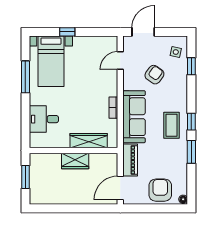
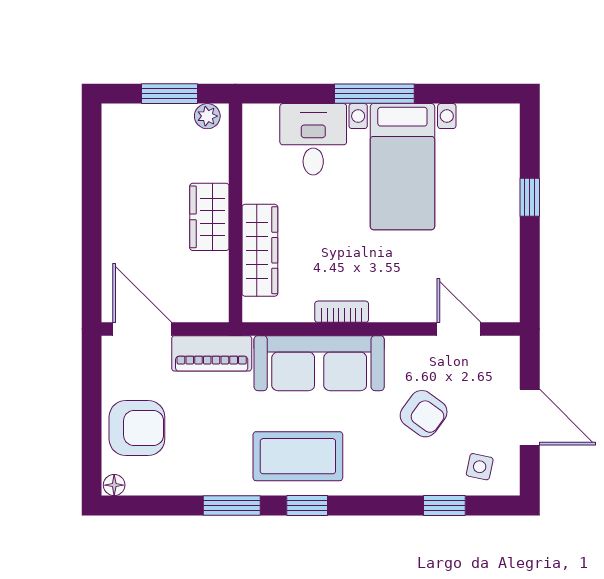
door: (143, 32) -> (530, 417), moved
bed with nightstands: (51, 61) -> (402, 167), moved, turned -90
window: (25, 77) -> (374, 94), moved
coffee table: (172, 125) -> (298, 456), width x1.36, depth x1.32
plant: (35, 162) -> (207, 116), added

